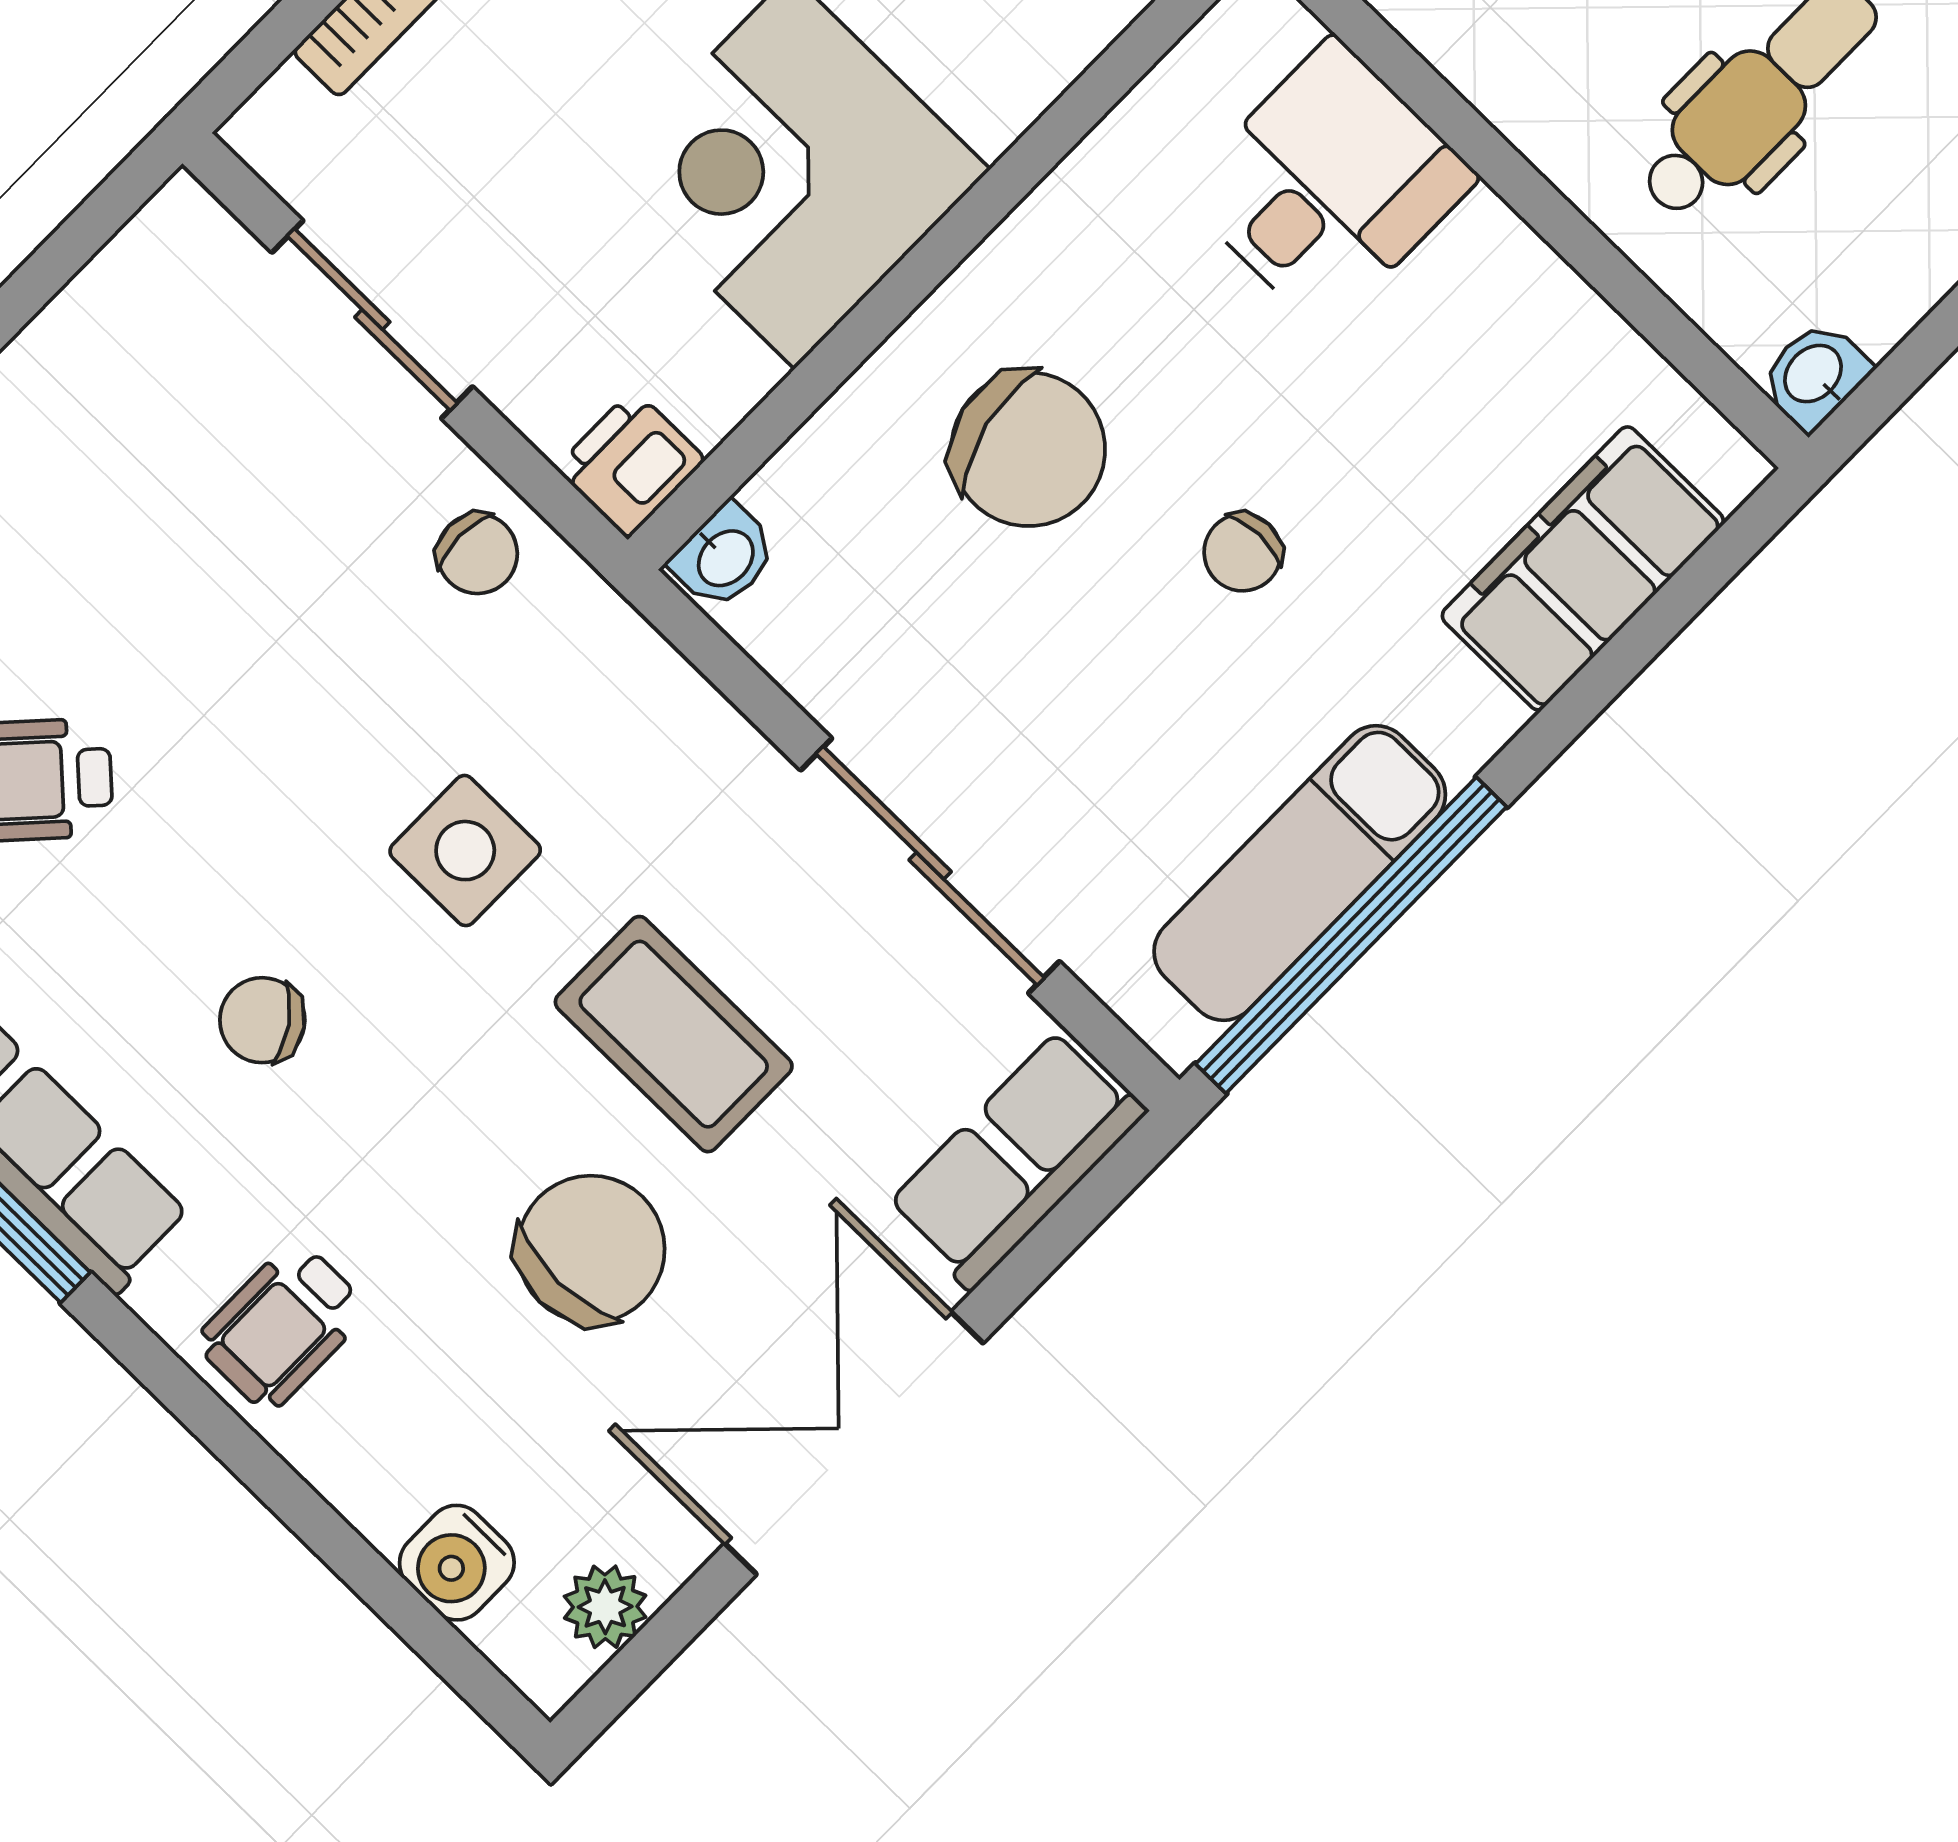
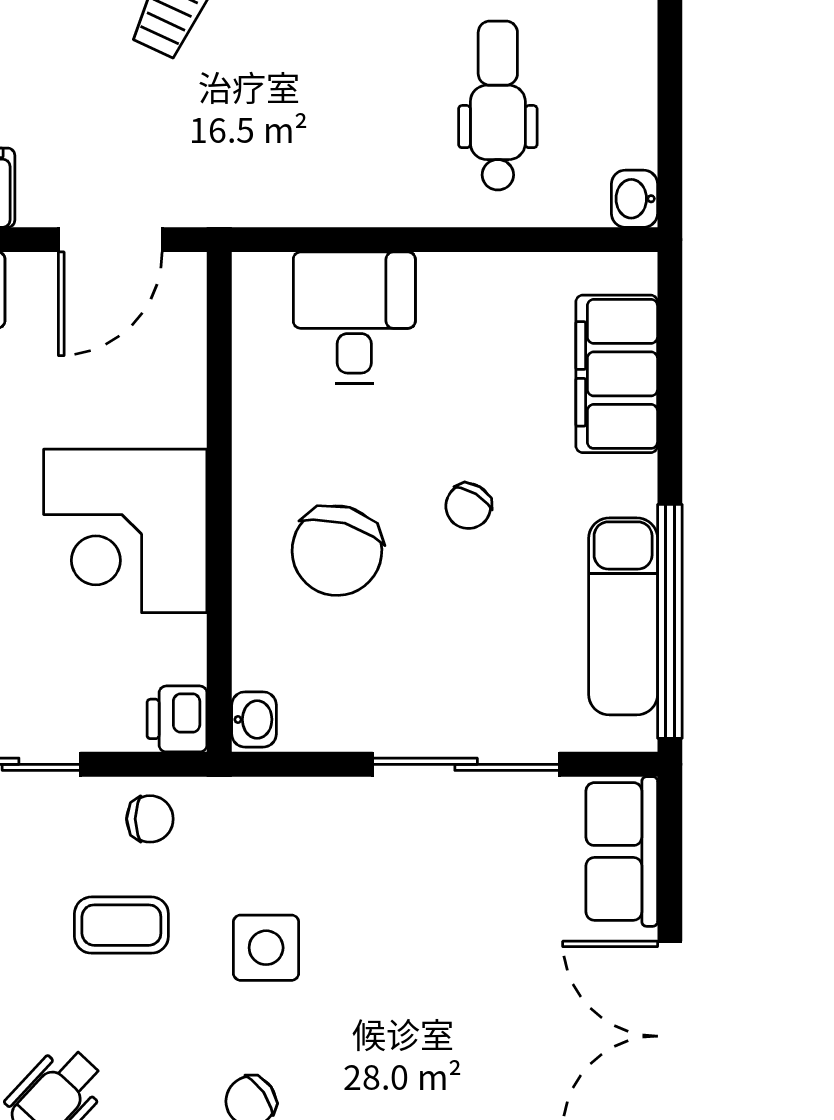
chair: (1028, 449) -> (337, 551), turned 119
chair: (1243, 552) -> (468, 506), turned 32
coffee table: (674, 1034) -> (121, 925), moved, width x0.73, depth x0.77
chair: (591, 1249) -> (481, 1062), removed

